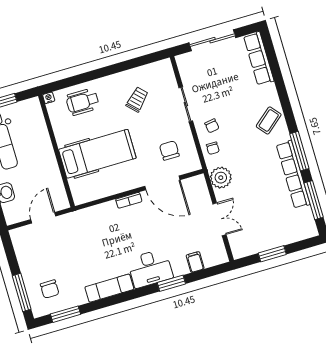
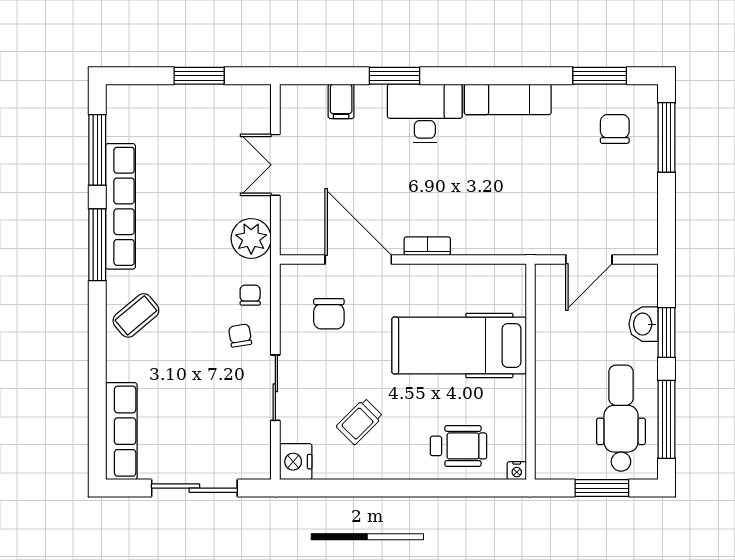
nightstand: (164, 69) -> (296, 462), added

